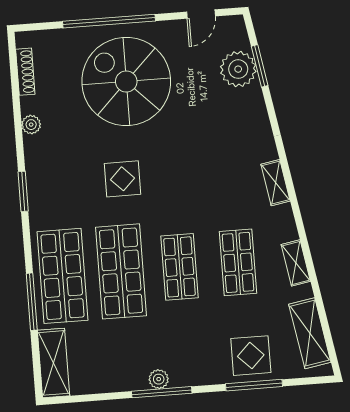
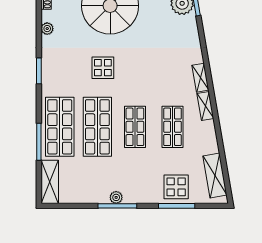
shelving: (296, 263) -> (205, 106), moved

